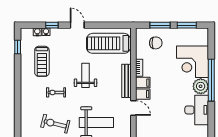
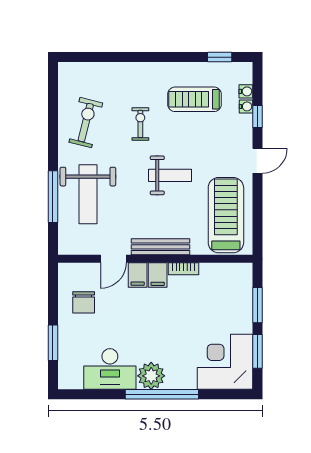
chair: (156, 43) -> (84, 302), moved
corner desk: (193, 62) -> (225, 362), moved

